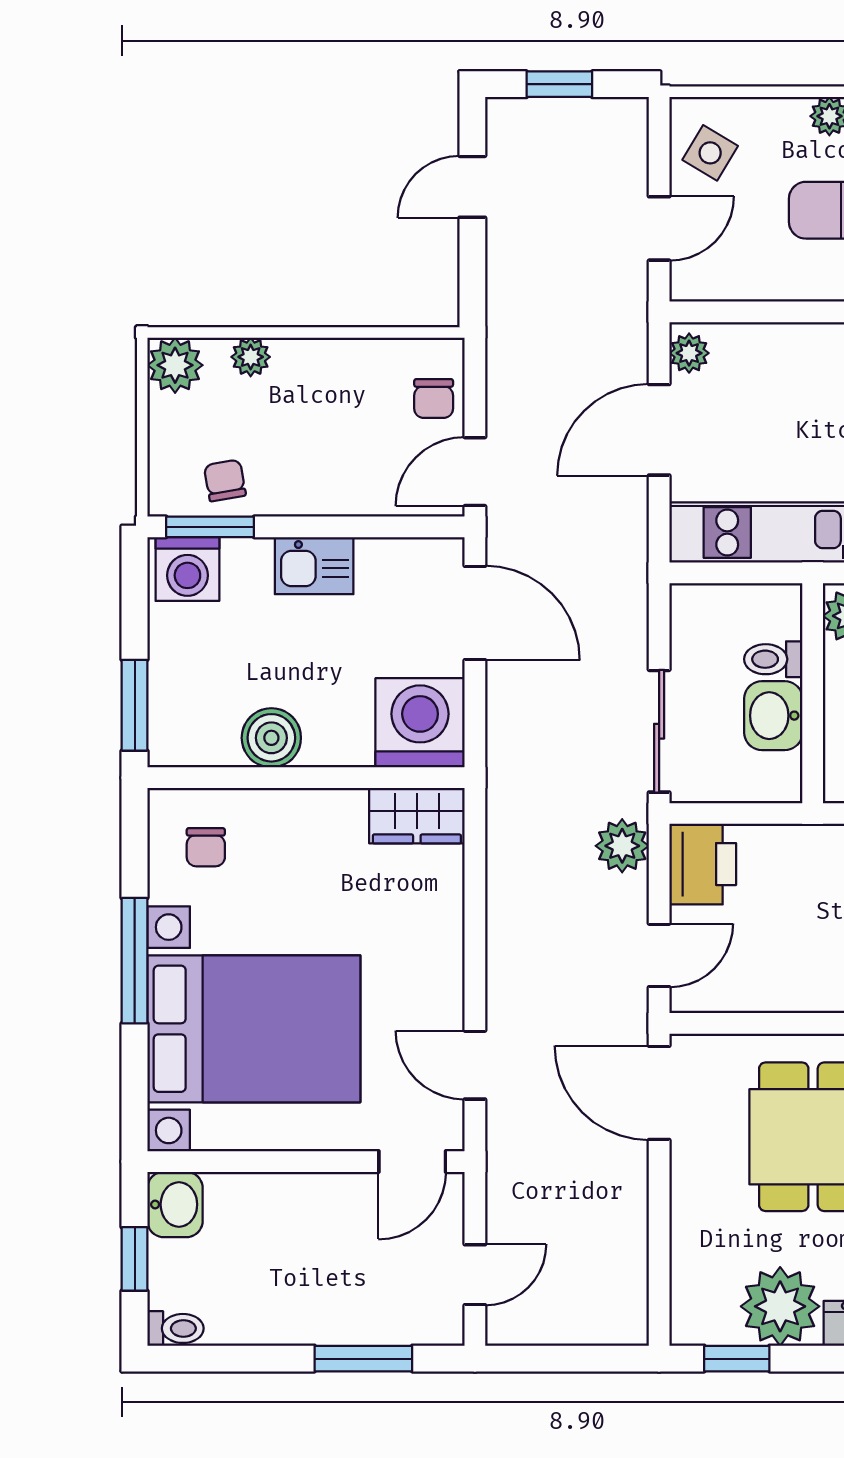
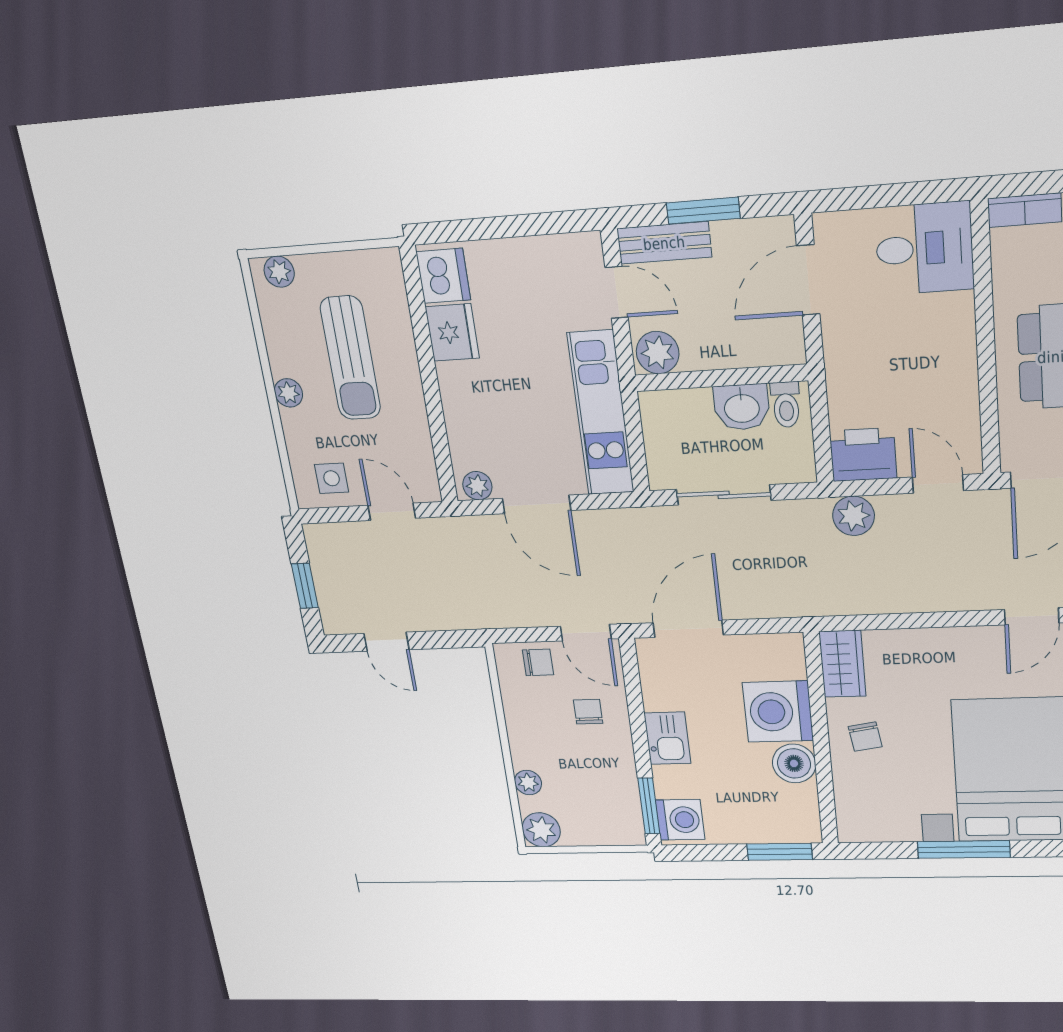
side table: (710, 153) -> (332, 478), turned -31
chair: (225, 480) -> (588, 712), moved, turned 100
toilet: (773, 659) -> (786, 405), moved
washing machine: (420, 723) -> (778, 712), moved
sliding door: (659, 731) -> (724, 495), moved
chair: (206, 847) -> (865, 737), moved, turned 81

